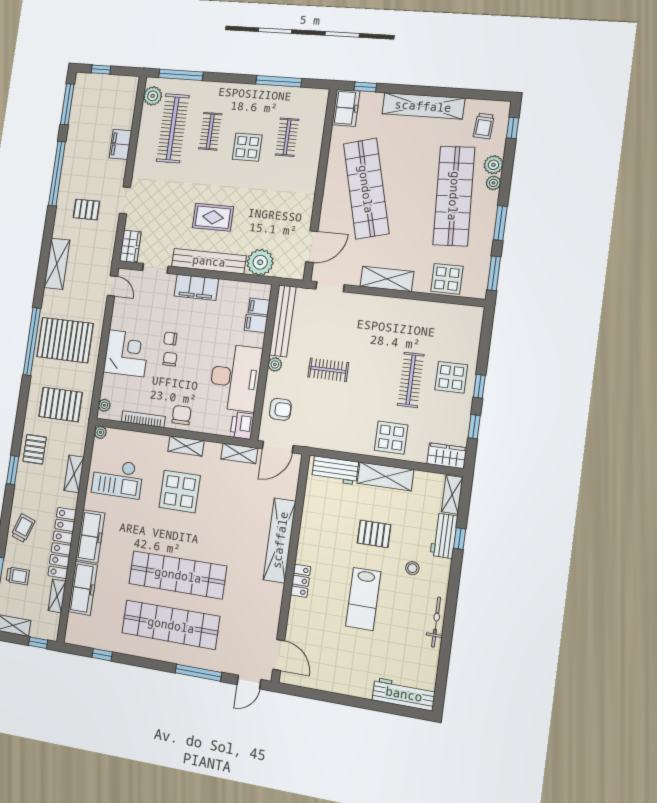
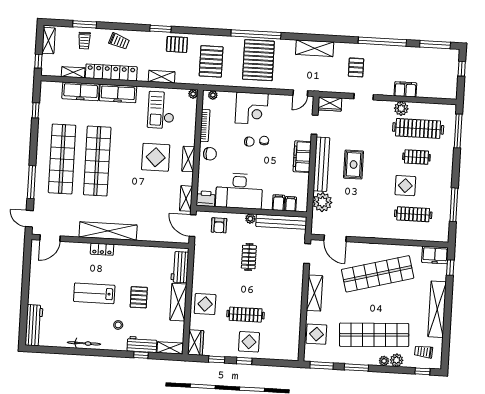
plant: (153, 96) -> (401, 108), moved
clothes rail: (287, 137) -> (413, 214), width x1.36
shelving: (280, 540) -> (108, 231), moved

